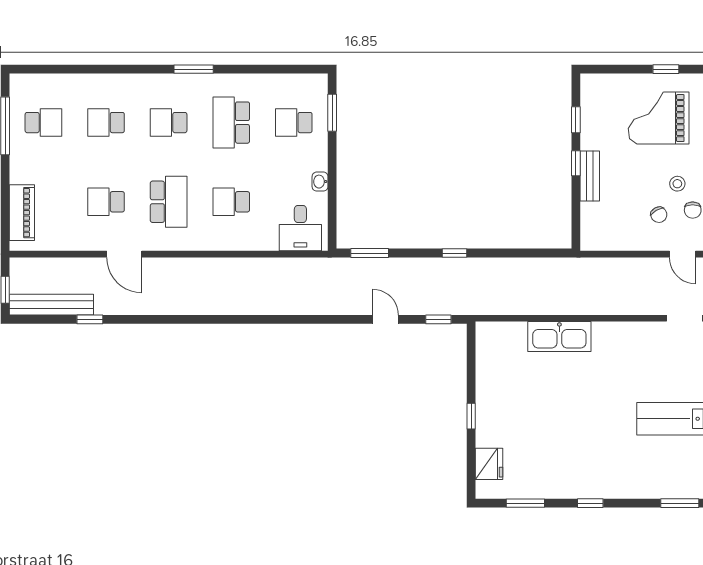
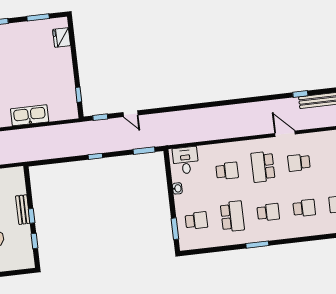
school desk: (106, 202) -> (299, 163), turned 180
window: (471, 416) -> (79, 95), moved

